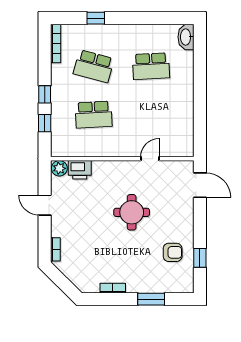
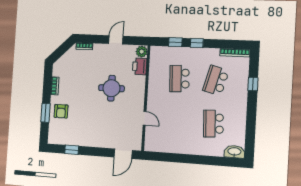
round table: (132, 212) -> (111, 88), moved
armchair: (173, 252) -> (61, 111), moved

